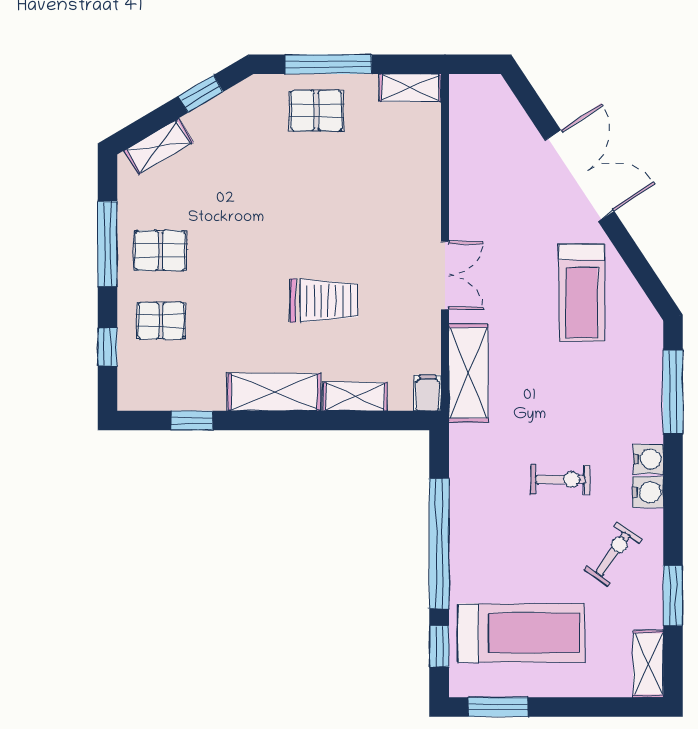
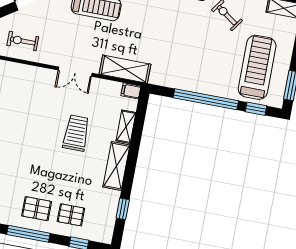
pallet: (160, 251) -> (37, 209), turned 90
double door: (445, 275) -> (75, 72), swing flipped
pallet: (161, 321) -> (71, 215), turned 90
exercise bike: (560, 480) -> (23, 41), moved, turned -90

